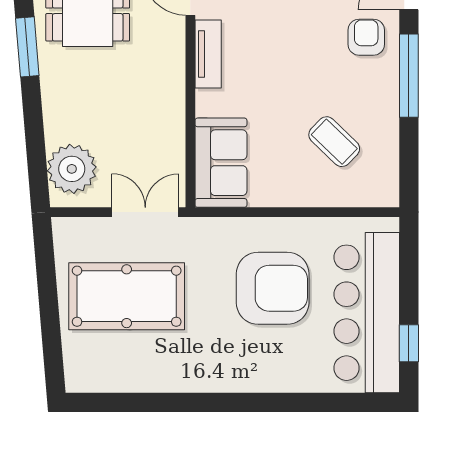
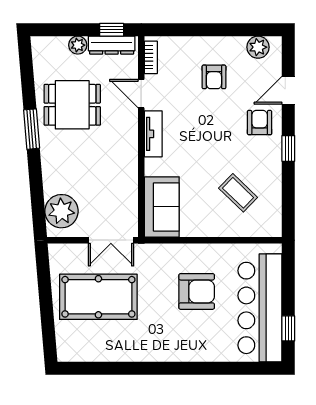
window: (409, 76) -> (288, 148), width x0.46
double door: (145, 212) -> (111, 240), swing flipped
armchair: (273, 288) -> (197, 291), width x0.73, depth x0.73

